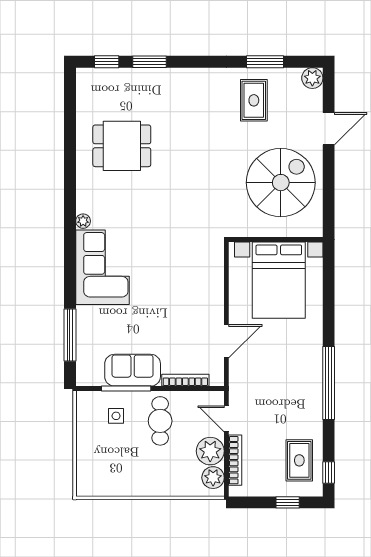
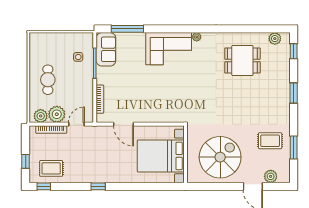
window: (150, 62) -> (294, 93), moved
plant: (312, 78) -> (271, 176), moved
plant: (86, 93) -> (275, 39), added
dining table: (122, 146) -> (242, 60), turned 90
spiral stairs: (281, 183) -> (220, 157), turned -90
sofa: (133, 370) -> (106, 49), moved
window: (329, 383) -> (98, 186), width x0.32
cafe table: (160, 421) -> (48, 80), moved, turned 90

